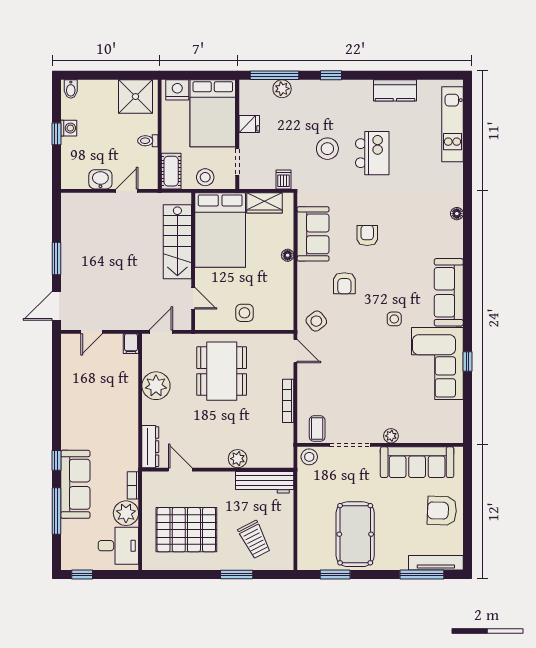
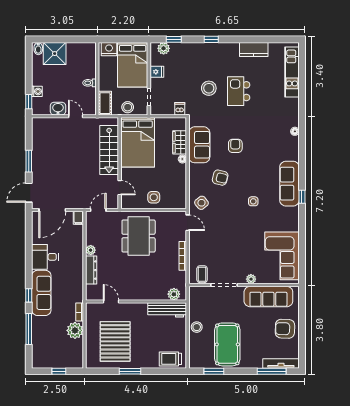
window: (275, 75) -> (174, 39), width x0.46
plant: (282, 89) -> (164, 48), moved
shower: (135, 97) -> (55, 54), moved
washing machine: (69, 128) -> (37, 91), moved
window: (56, 134) -> (29, 102), moved
kitchen island: (372, 153) -> (239, 91), turned 180
door: (127, 191) -> (76, 116), hinge flipped
wardrobe: (264, 203) -> (180, 142), moved, turned 90
armchair: (344, 283) -> (220, 178), turned -76
door: (92, 332) -> (52, 210), width x1.87
window: (467, 361) -> (302, 197), moved
corner sofa: (437, 364) -> (282, 256), moved
plant: (156, 386) -> (91, 250), width x0.53, depth x0.53
dresser: (150, 447) -> (91, 270), moved
stool: (309, 457) -> (197, 327), moved
plant: (238, 459) -> (174, 294), moved
sofa: (75, 484) -> (41, 293), moved
pallet: (186, 530) -> (115, 341), turned 90
trolley: (254, 540) -> (170, 359), moved, turned 117
desk: (118, 546) -> (45, 257), moved, turned 180
window: (82, 575) -> (59, 371), moved
window: (237, 575) -> (130, 371), moved

